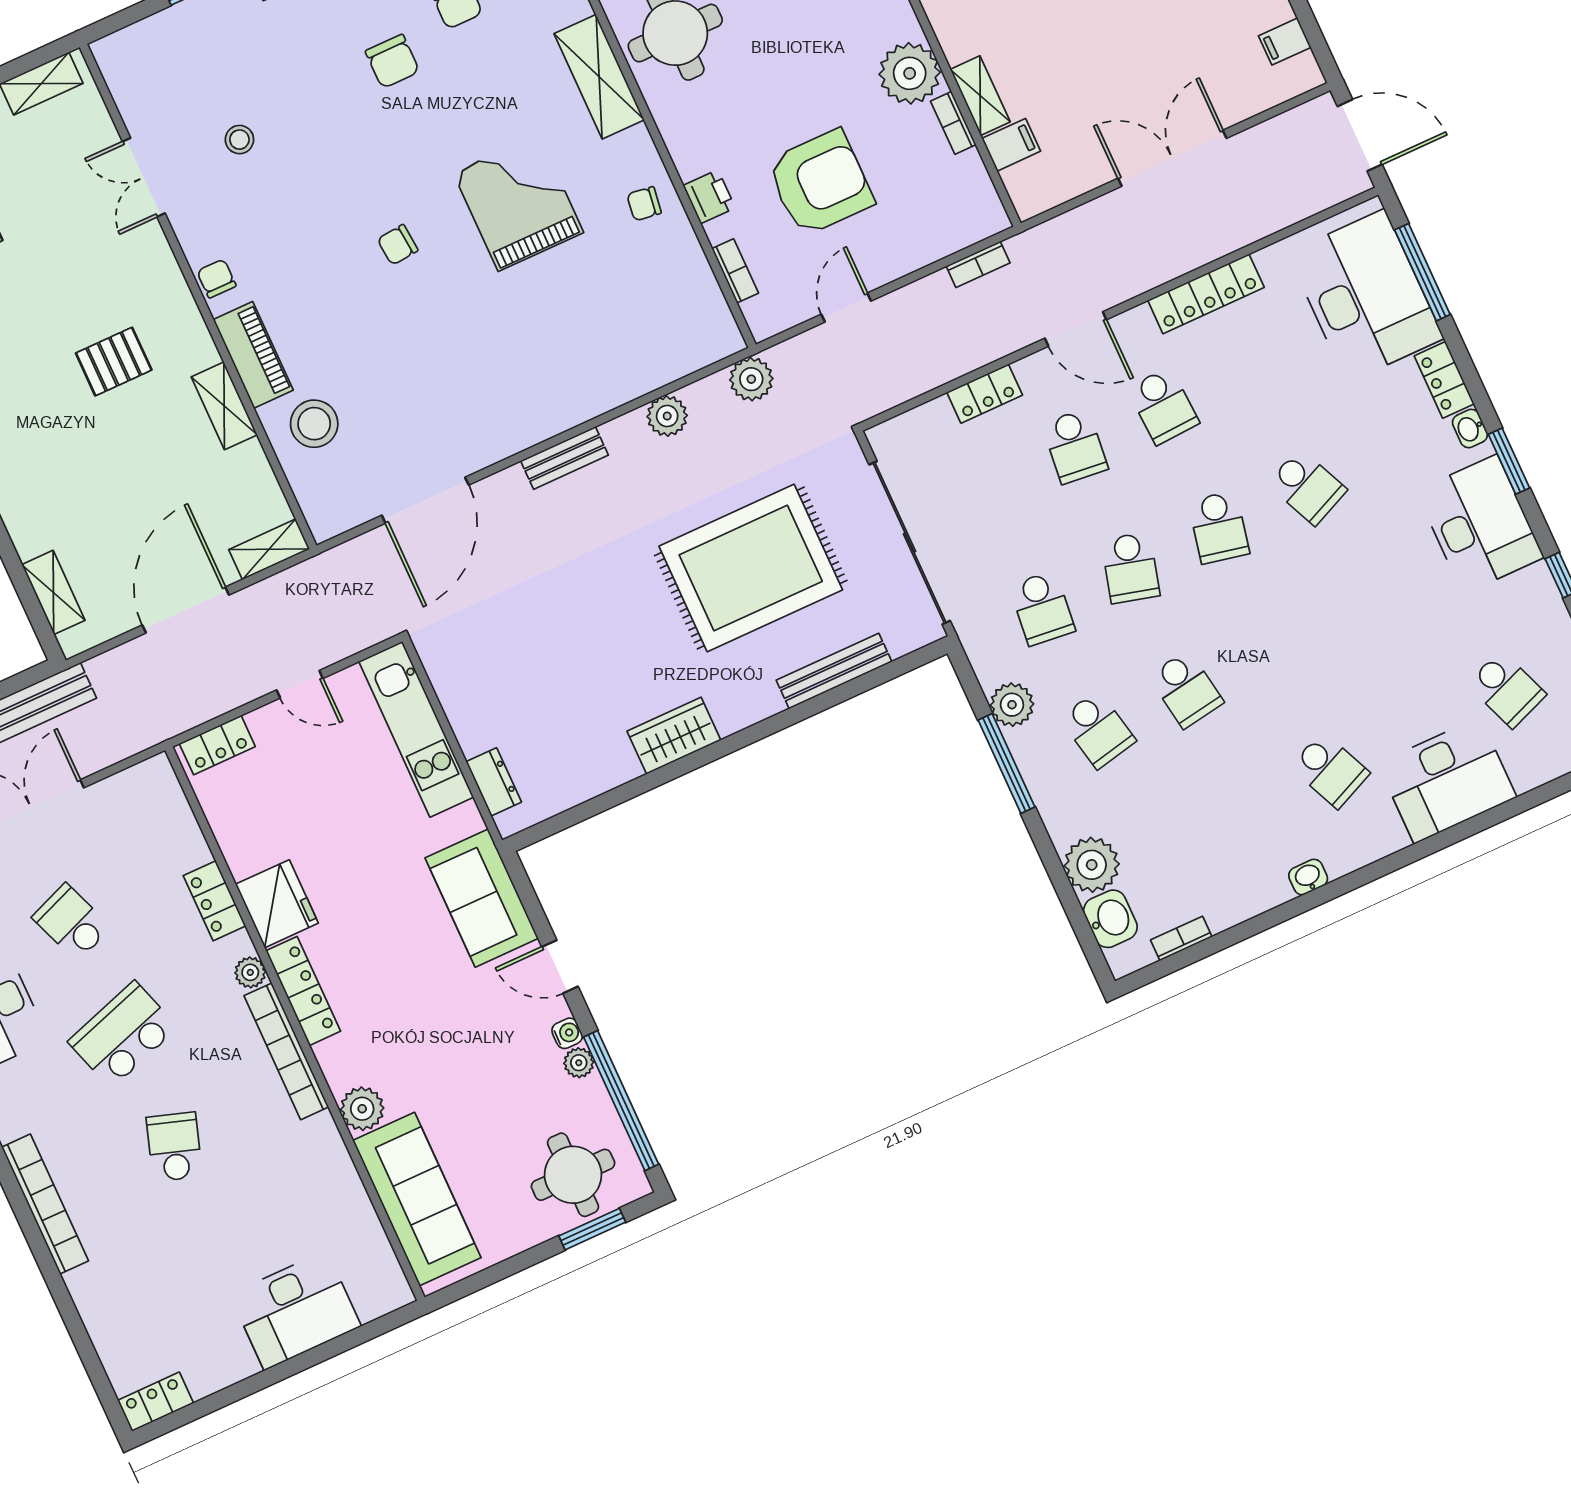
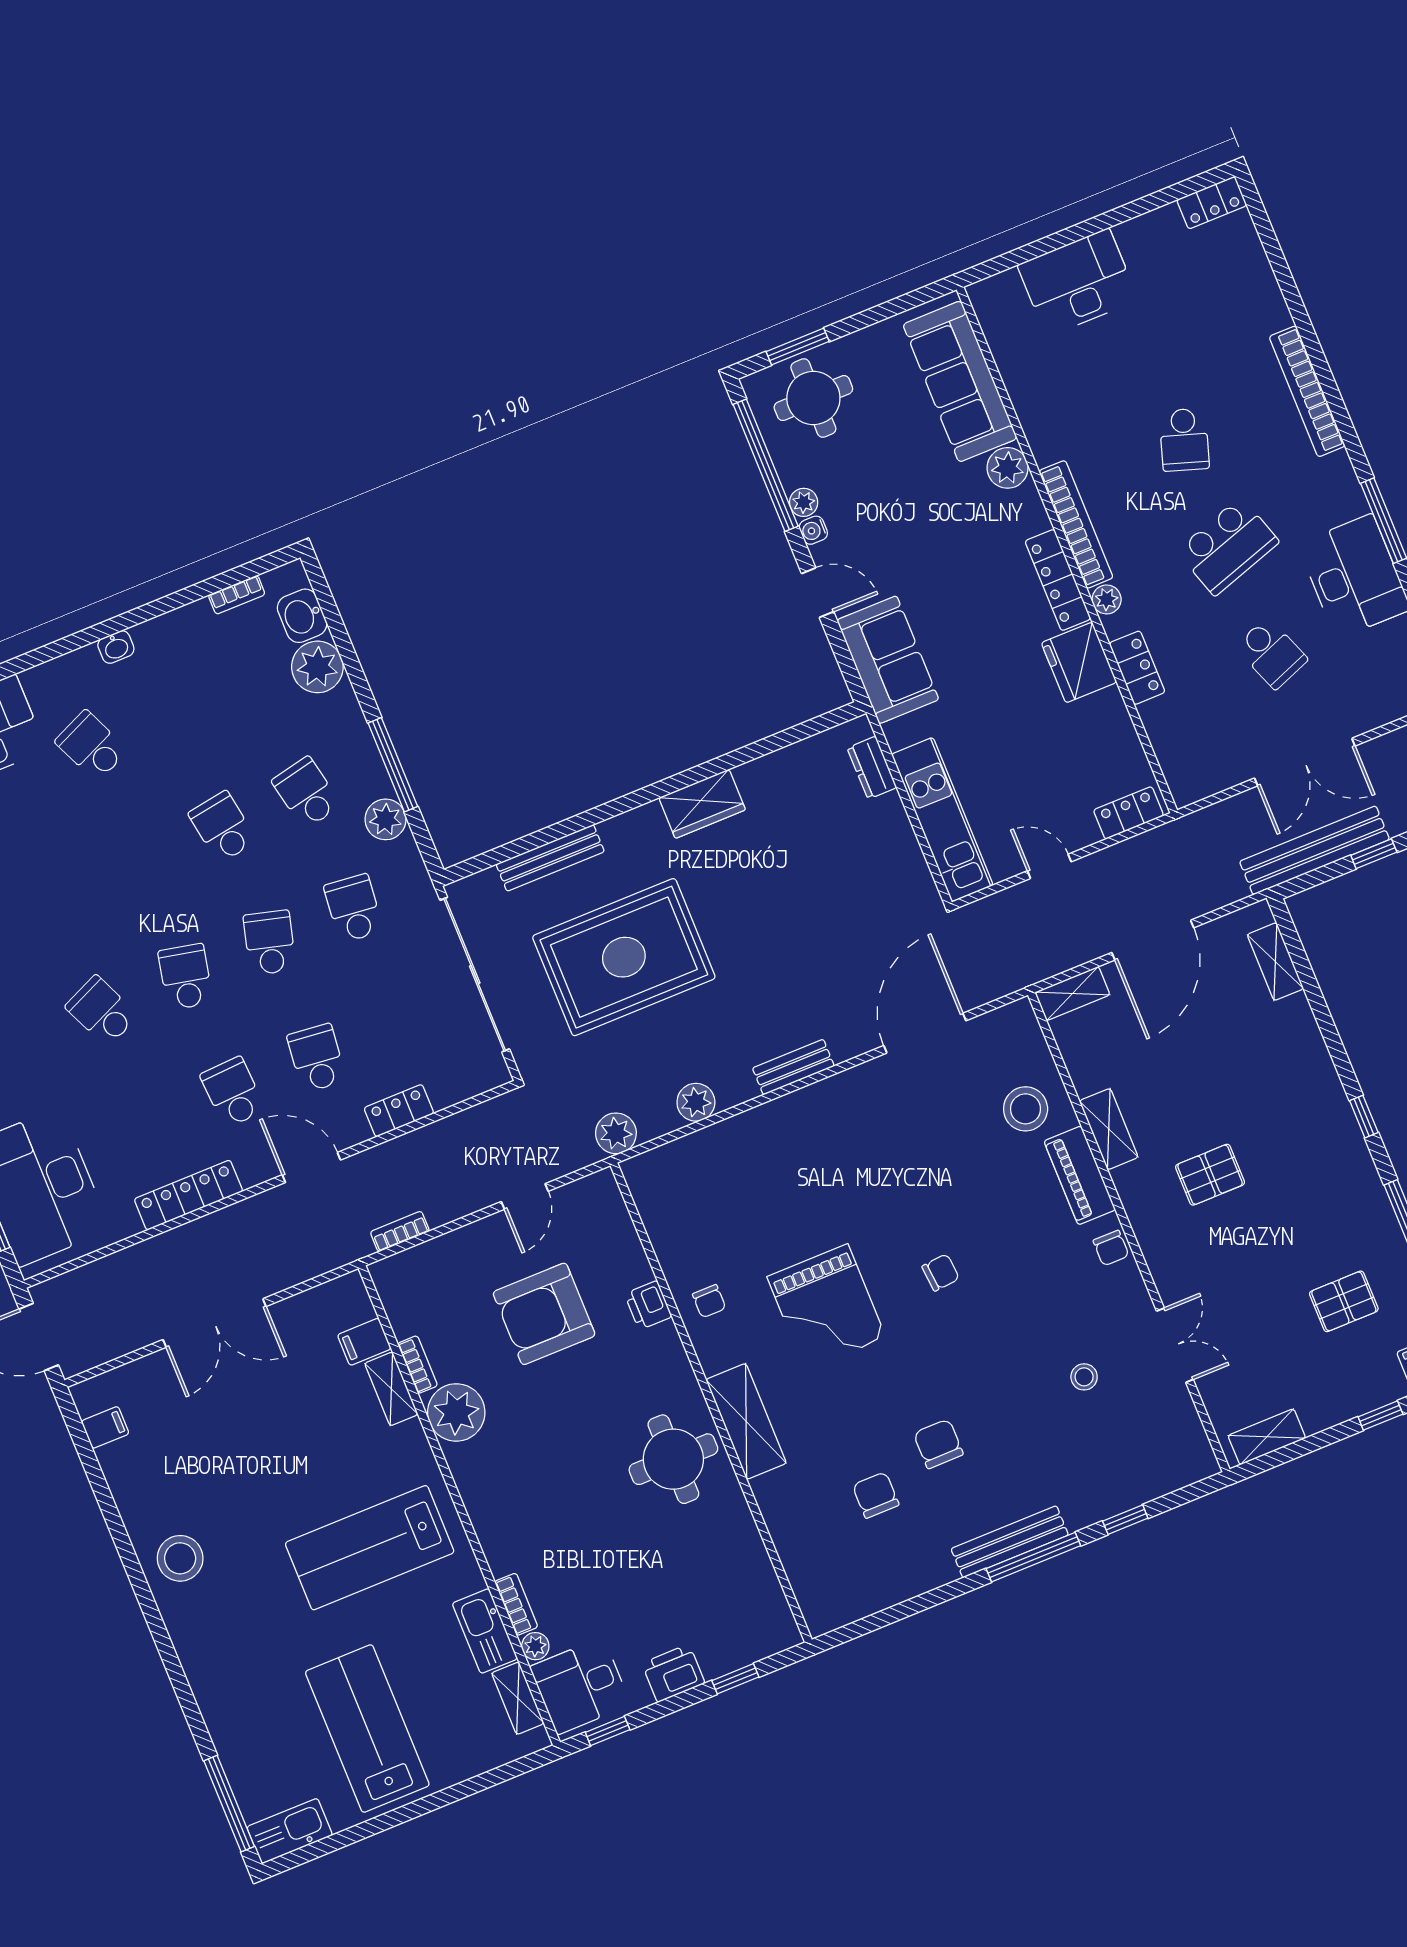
chair: (644, 204) -> (709, 1301), turned 82
bookcase: (735, 271) -> (627, 1235), removed

